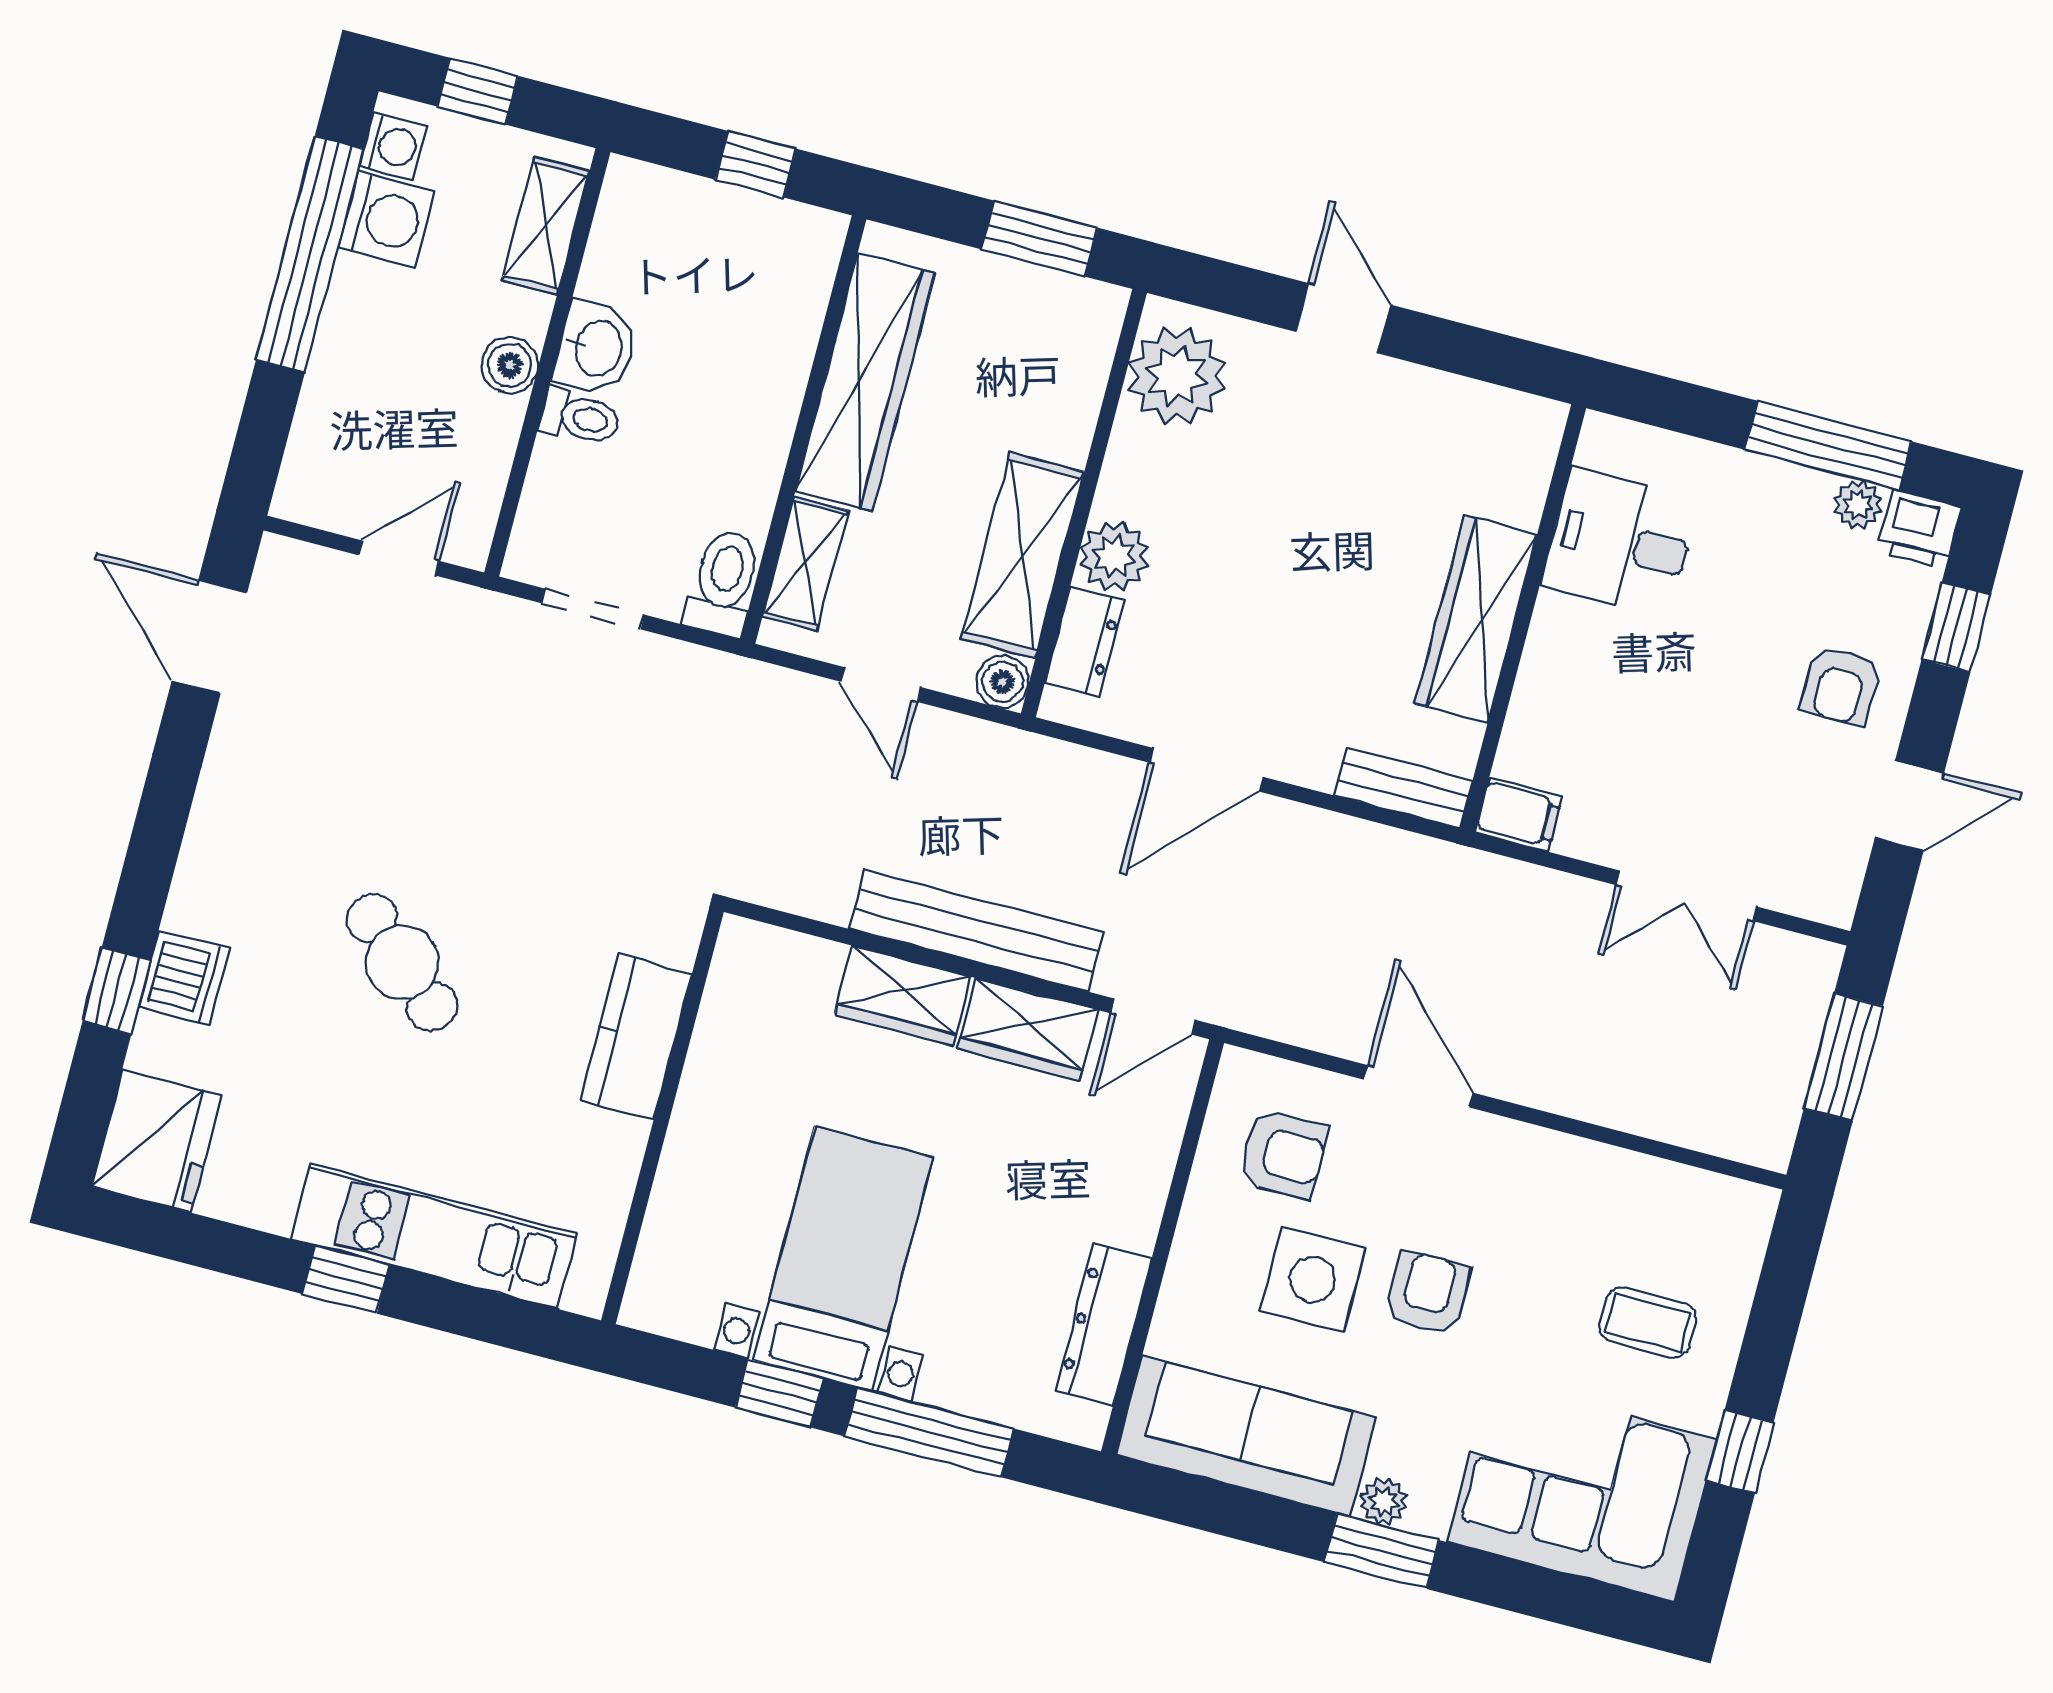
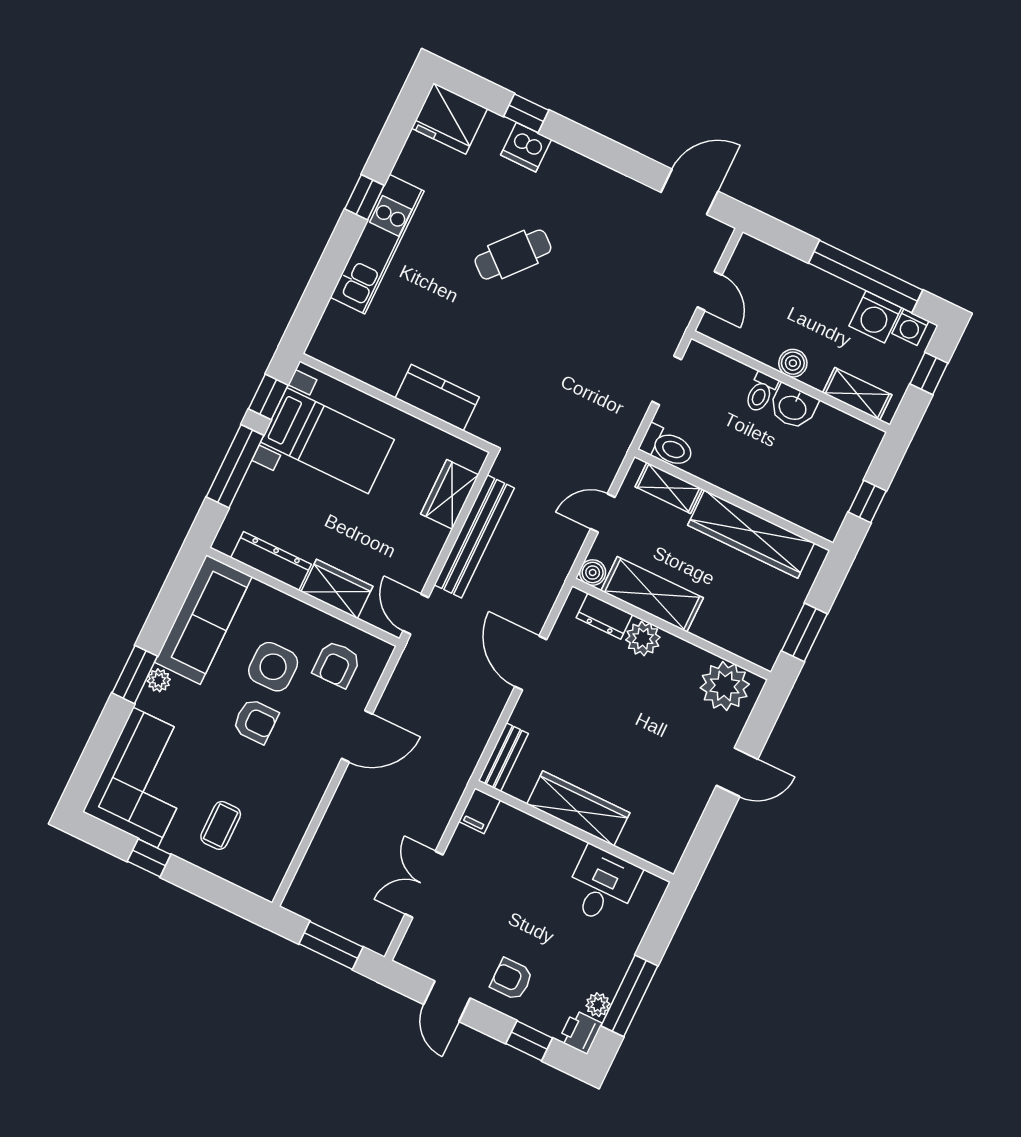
wardrobe: (1028, 1029) -> (337, 589), moved, turned 90
kitchen counter: (636, 1037) -> (437, 398), moved
wall: (662, 1116) -> (396, 403), moved

